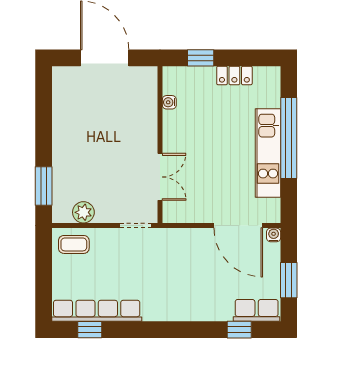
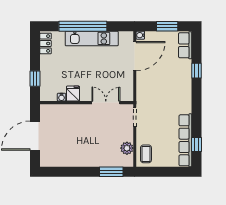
locker: (234, 75) -> (46, 43), moved
fridge: (175, 122) -> (73, 94), added
window: (239, 330) -> (197, 71), moved

